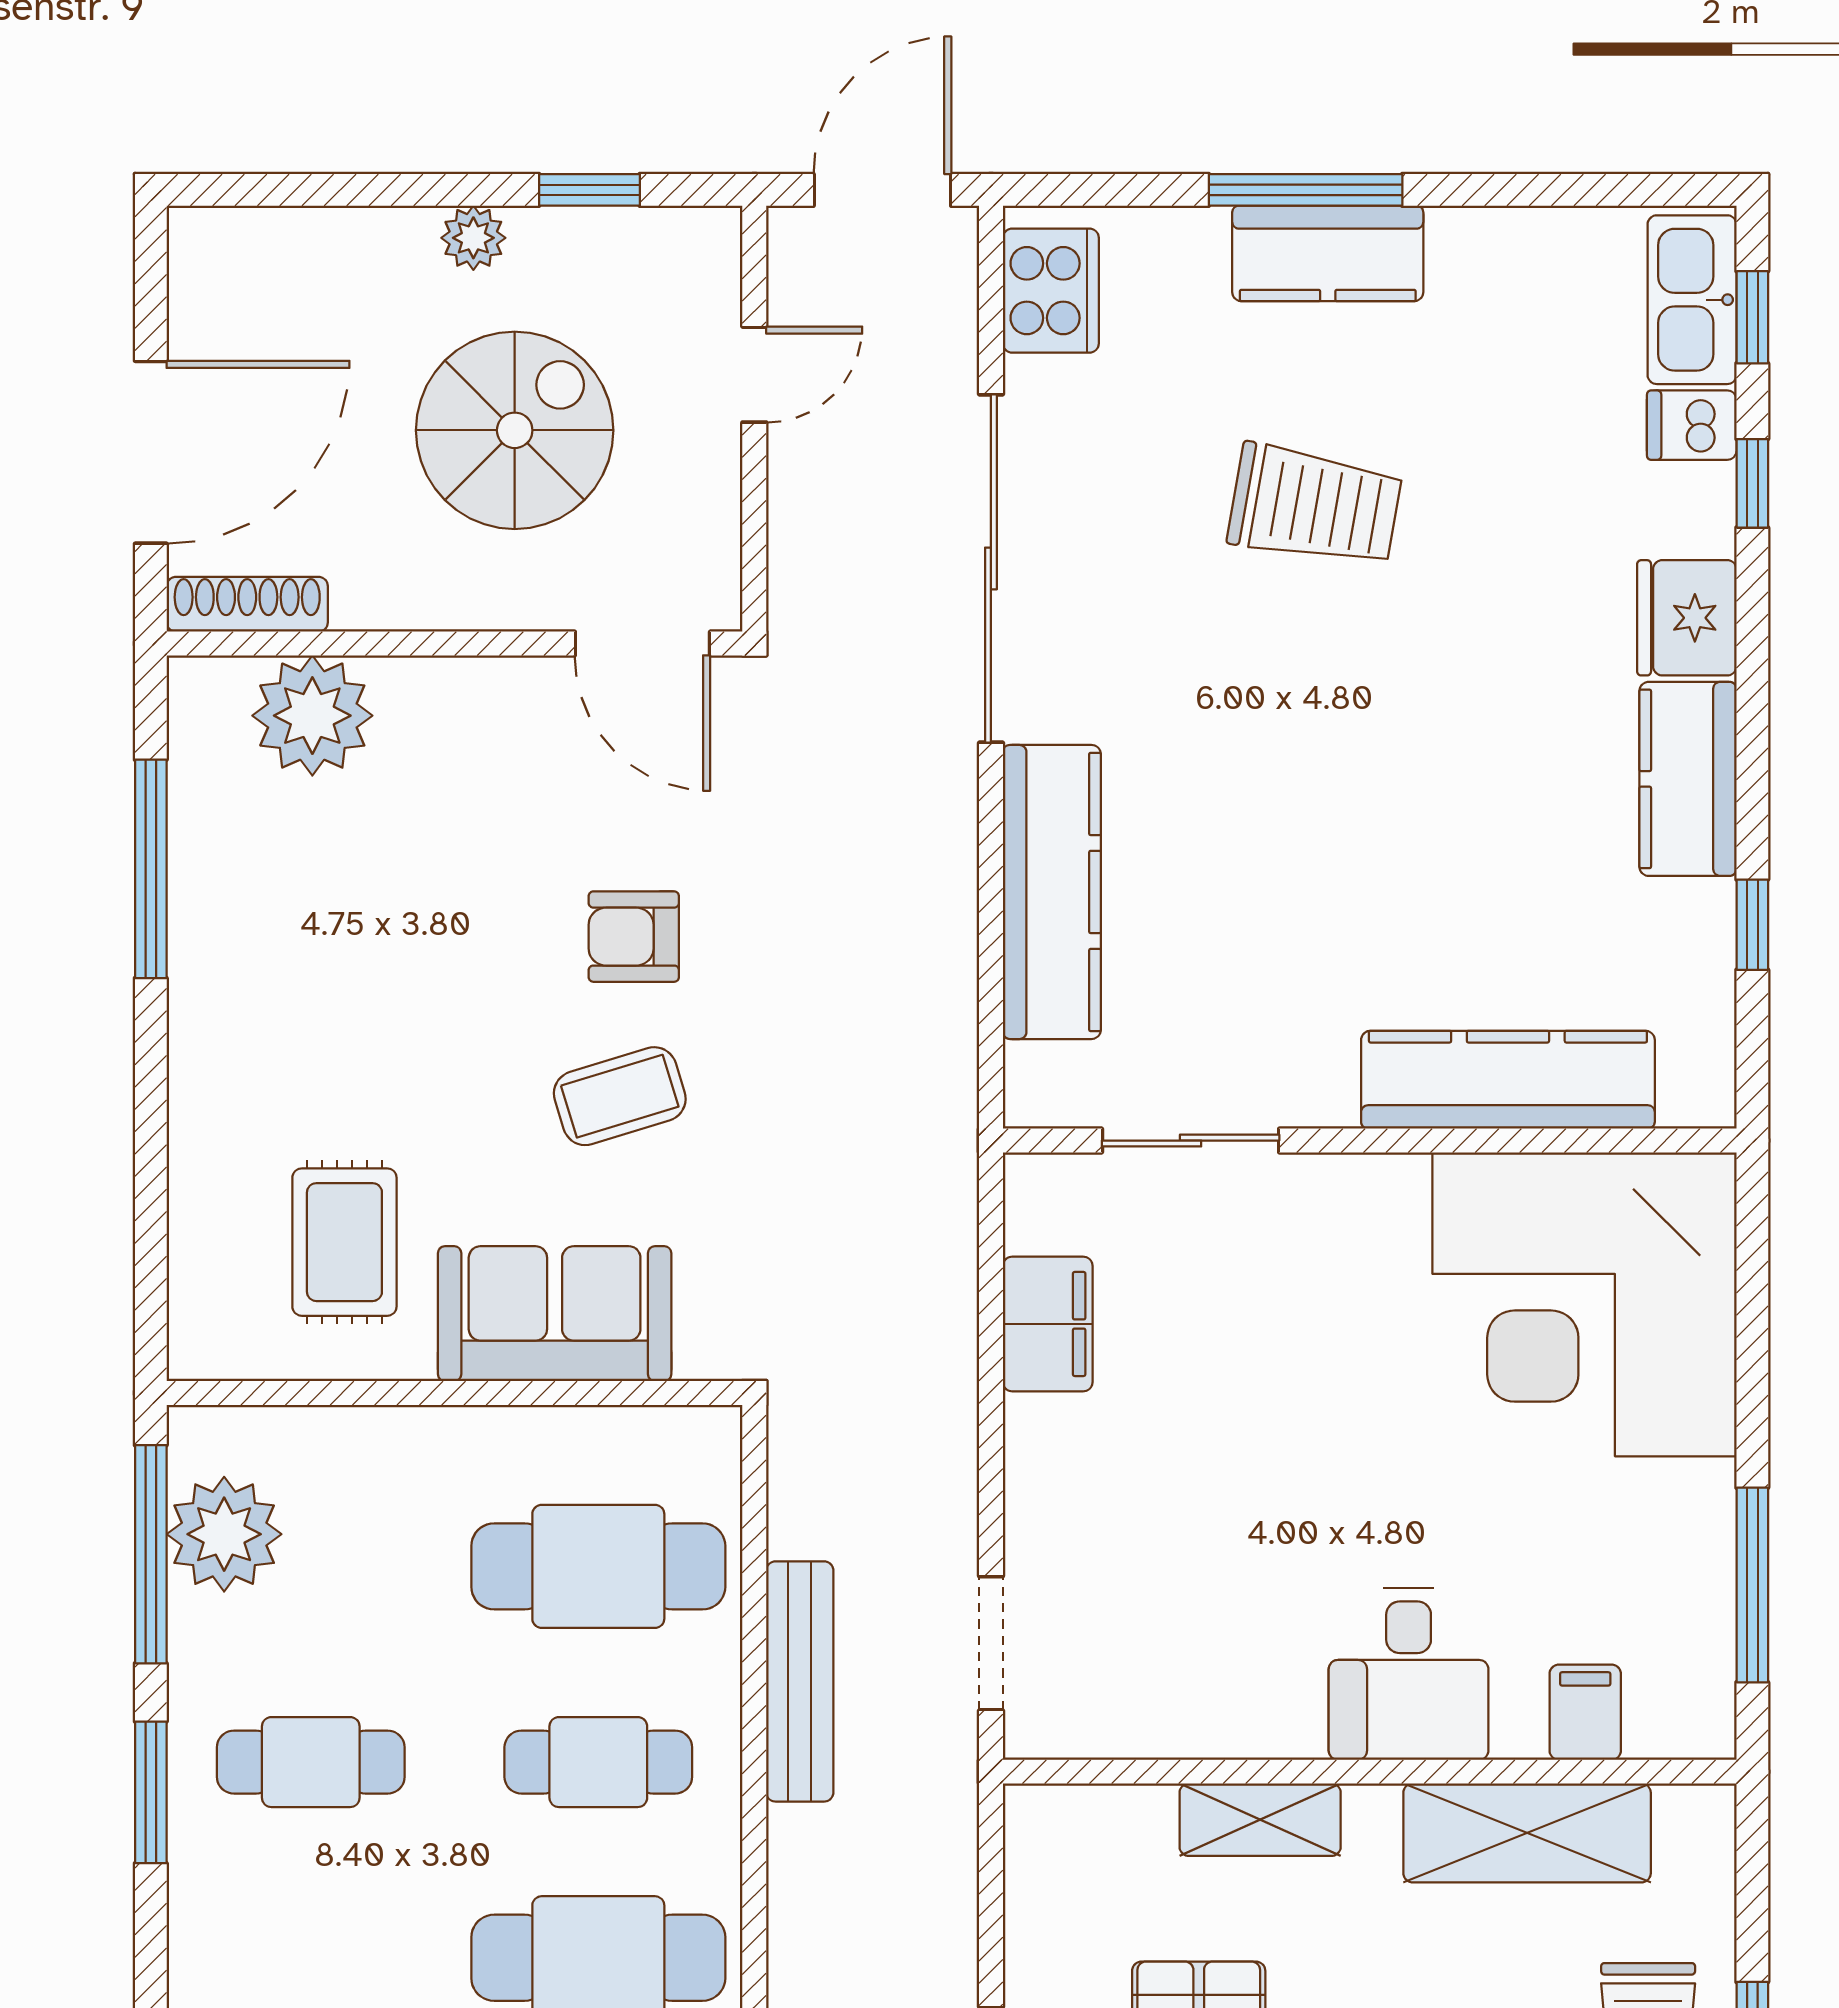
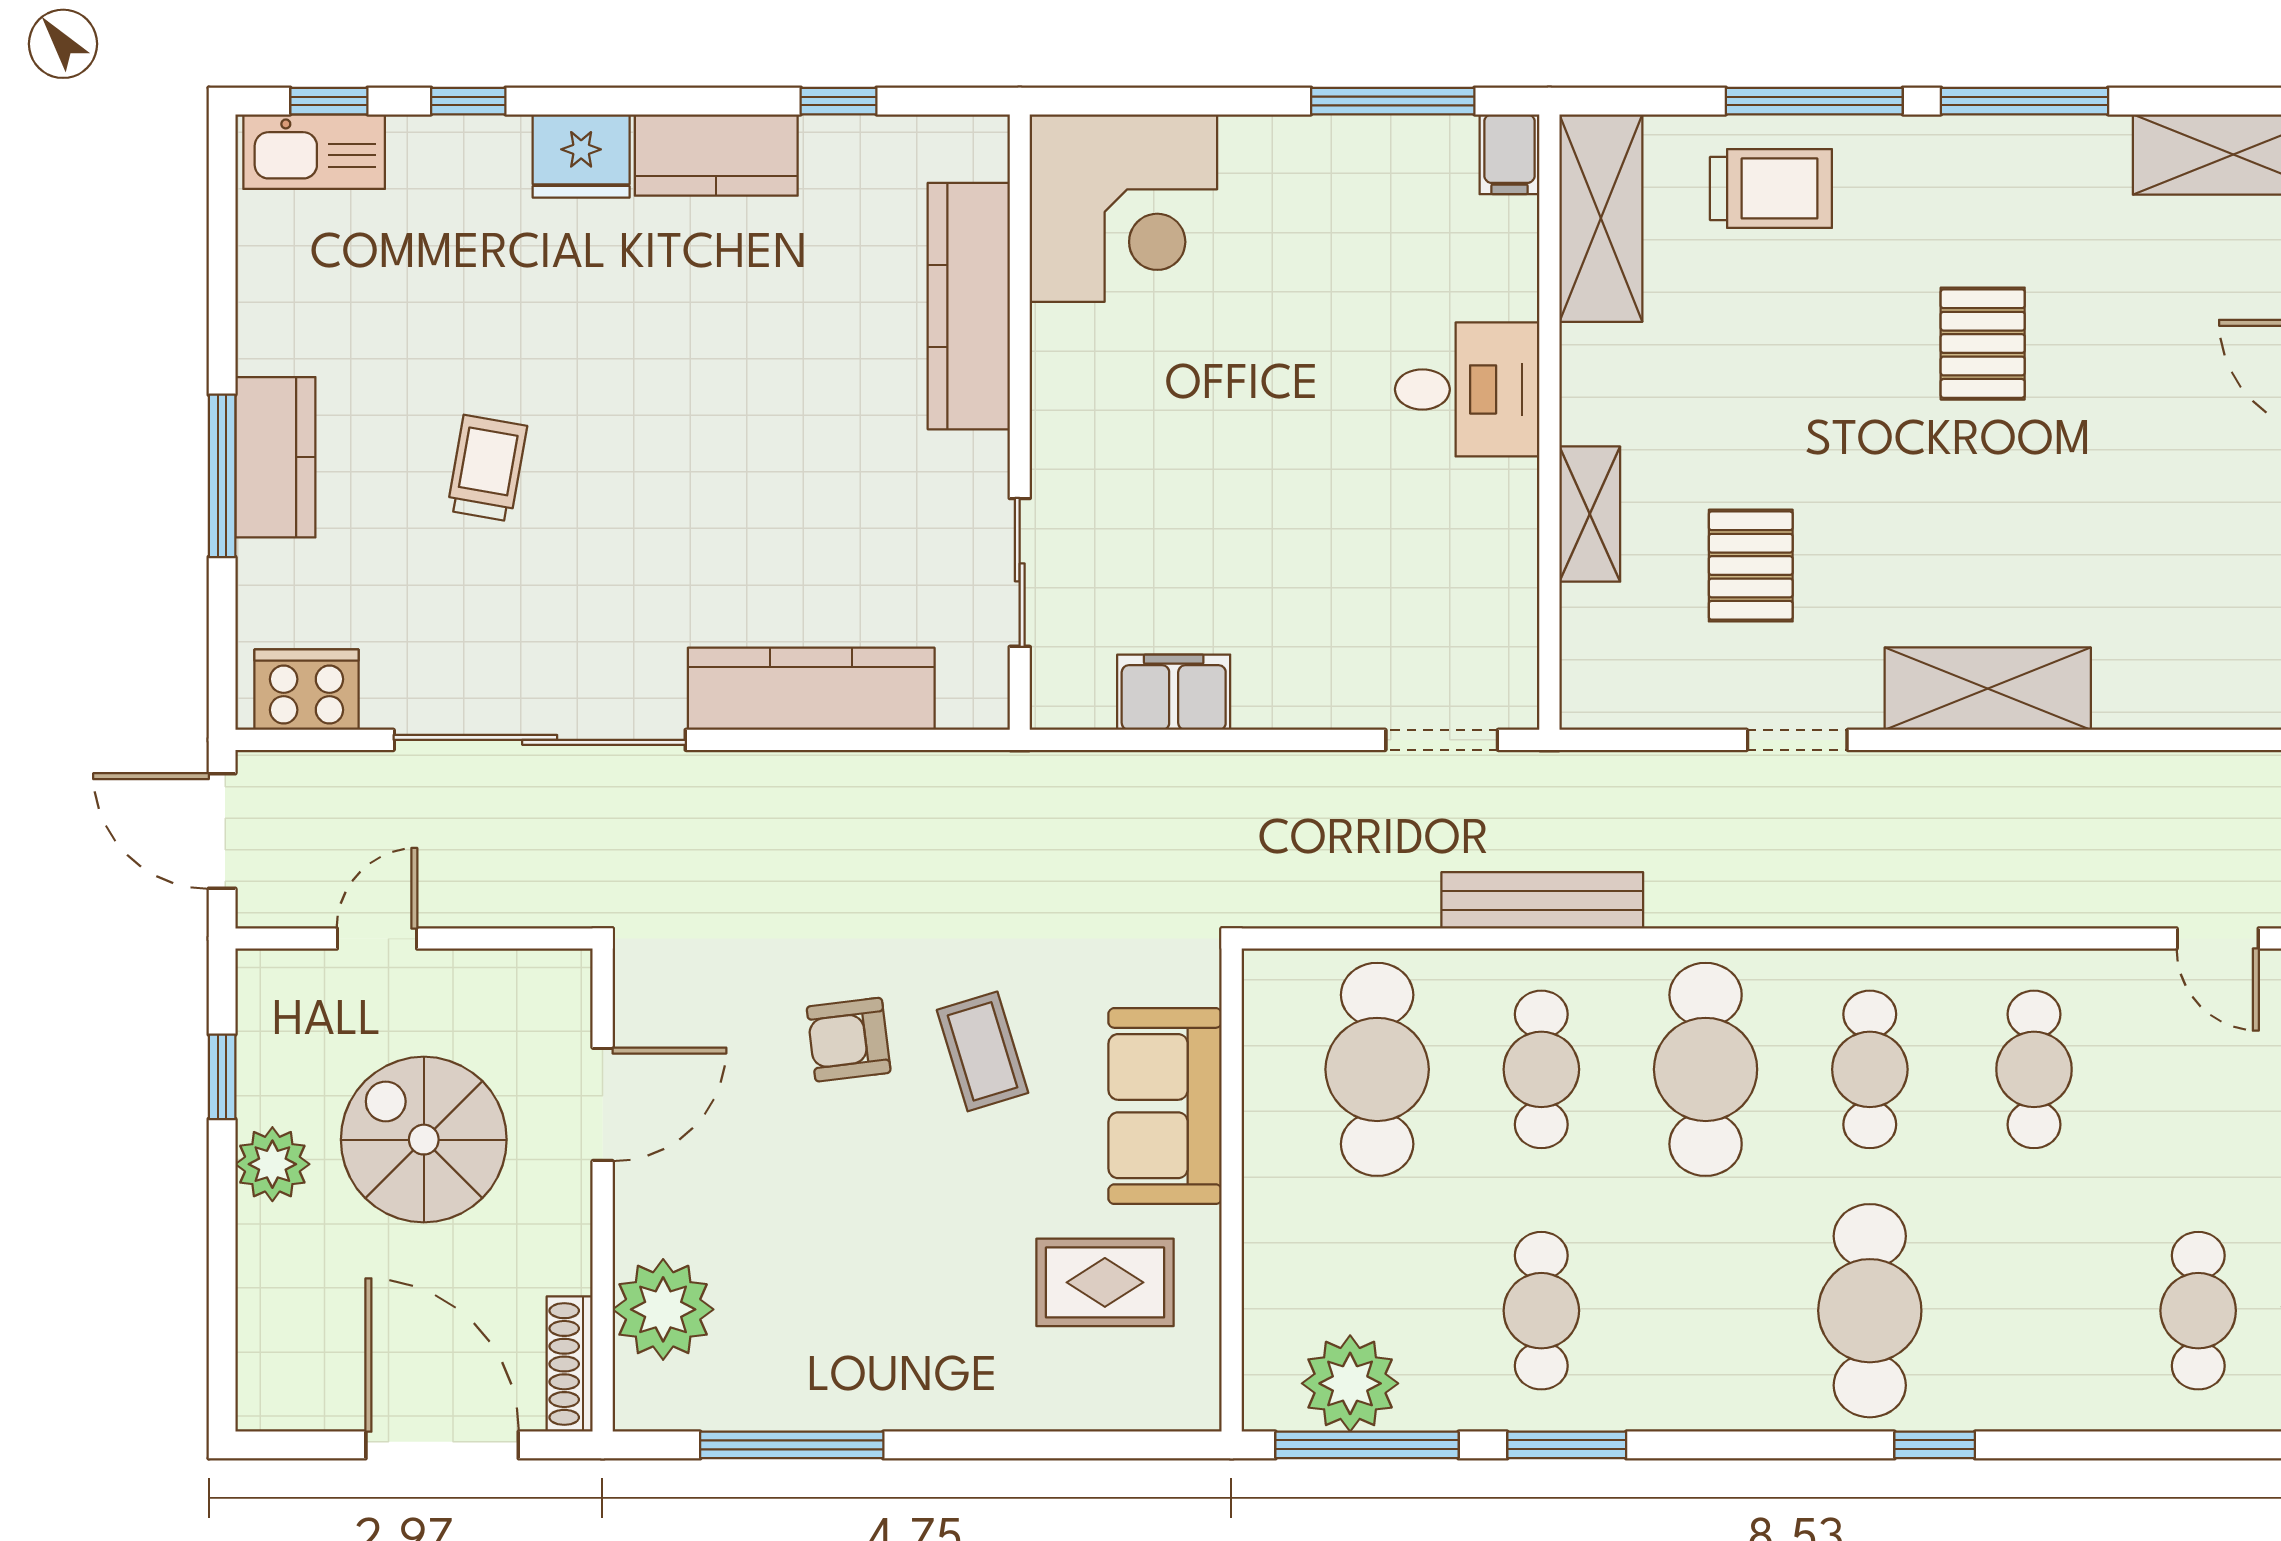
plant: (473, 238) -> (272, 1164), width x1.38, depth x1.38
door: (754, 375) -> (377, 938), hinge flipped
dishwasher: (1692, 425) -> (419, 152), removed
trolley: (1315, 506) -> (487, 468), width x0.73, depth x0.72
door: (642, 643) -> (603, 1104), moved
armchair: (634, 937) -> (849, 1040), turned 83
corner desk: (1584, 1304) -> (1123, 208), width x0.74, depth x0.74
bench: (800, 1681) -> (1542, 900), moved
filing cabinet: (1585, 1712) -> (1509, 154), moved, turned -90
shelving: (1527, 1833) -> (1601, 218), moved

